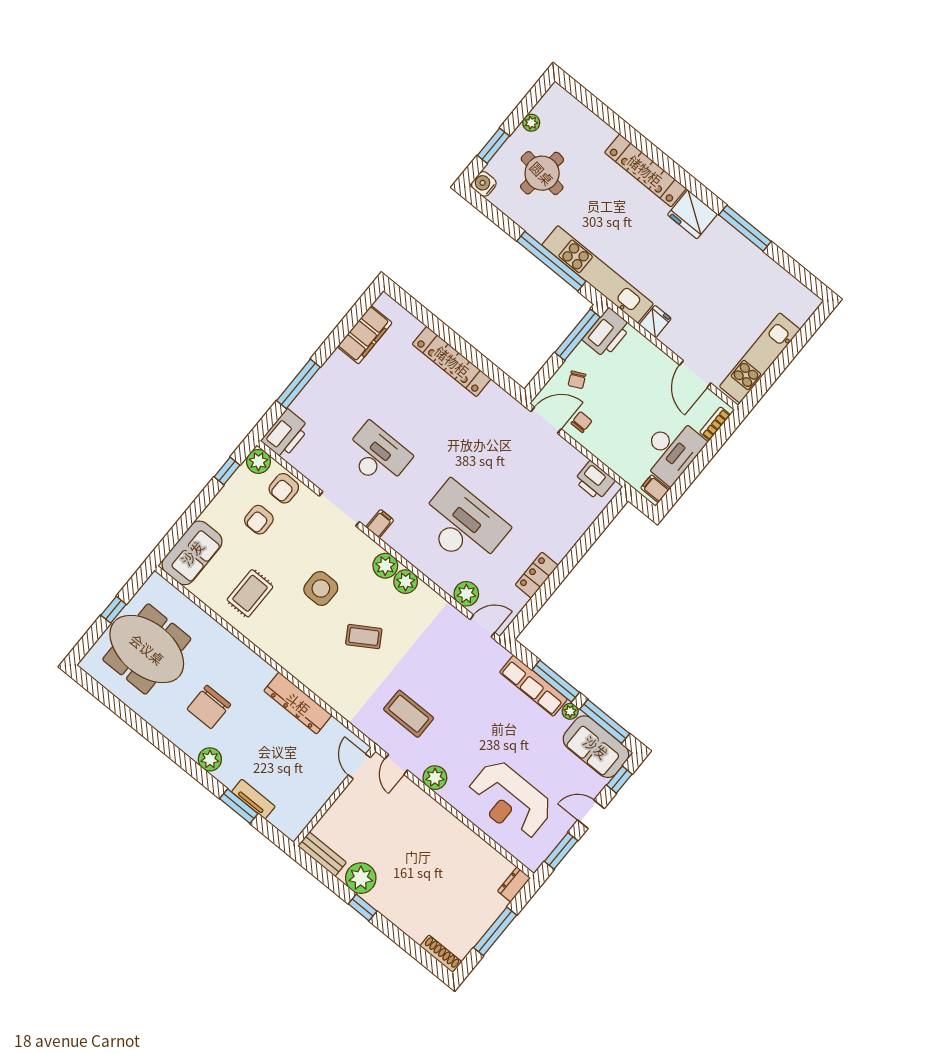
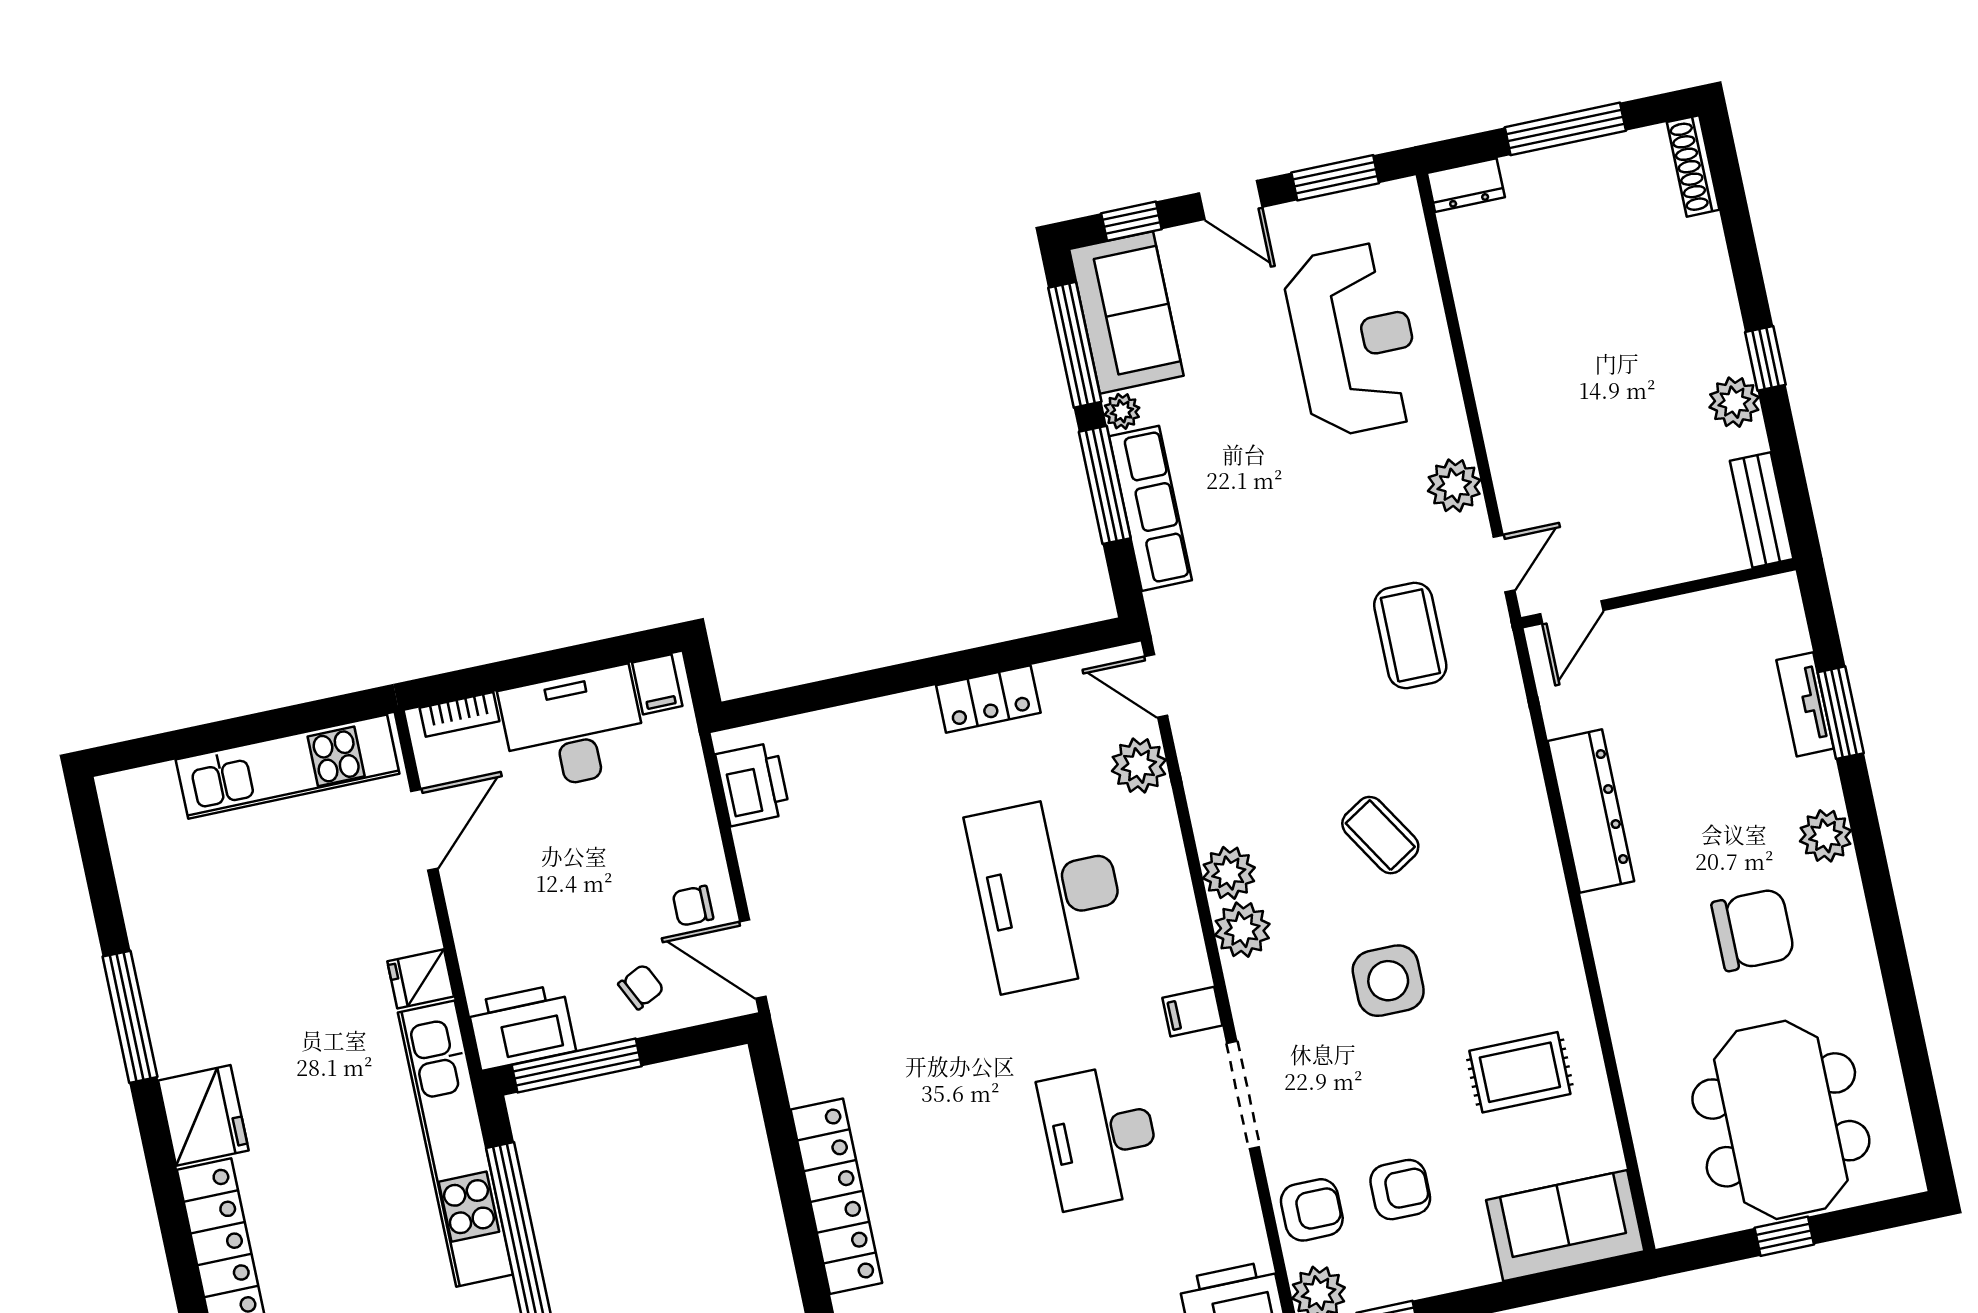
plant: (361, 878) -> (1734, 402), width x0.73, depth x0.73

